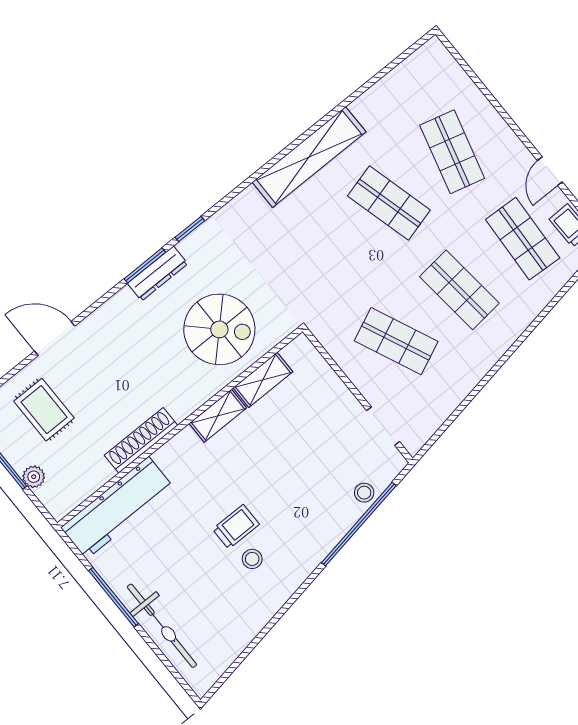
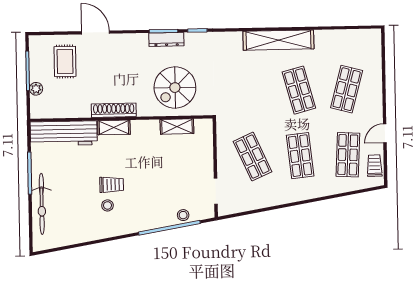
spiral stairs: (219, 329) -> (175, 88), turned 90
shelving: (218, 416) -> (114, 127), moved
shoe rack: (141, 440) -> (114, 110), moved

